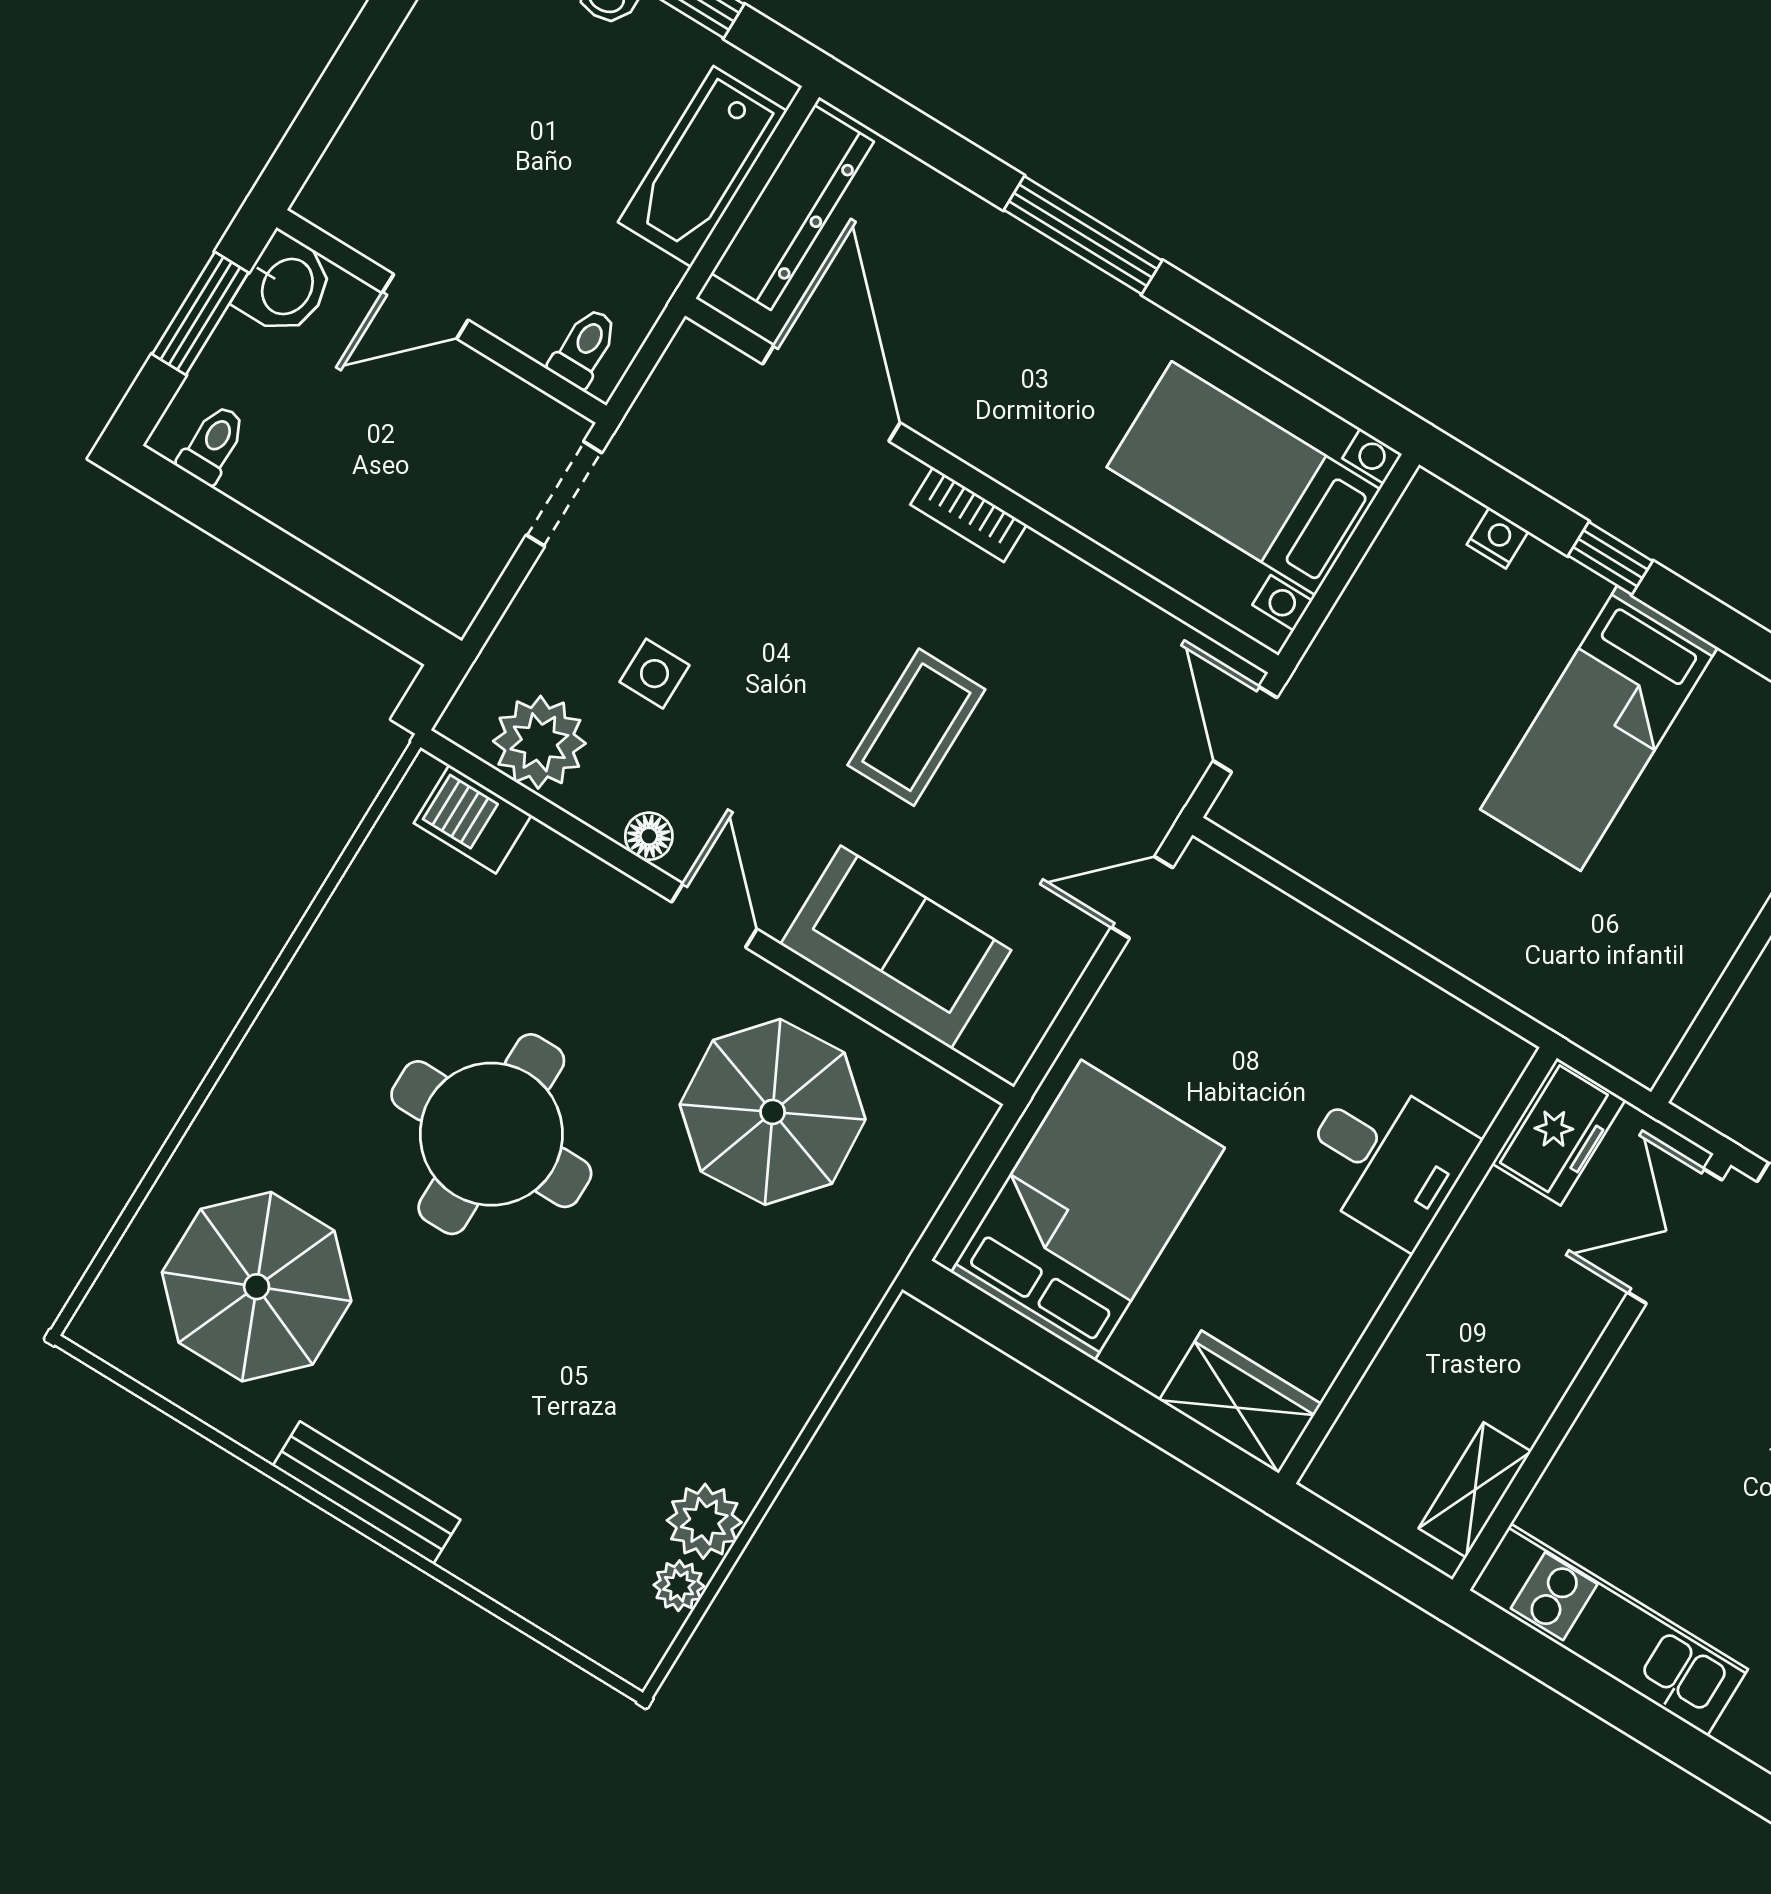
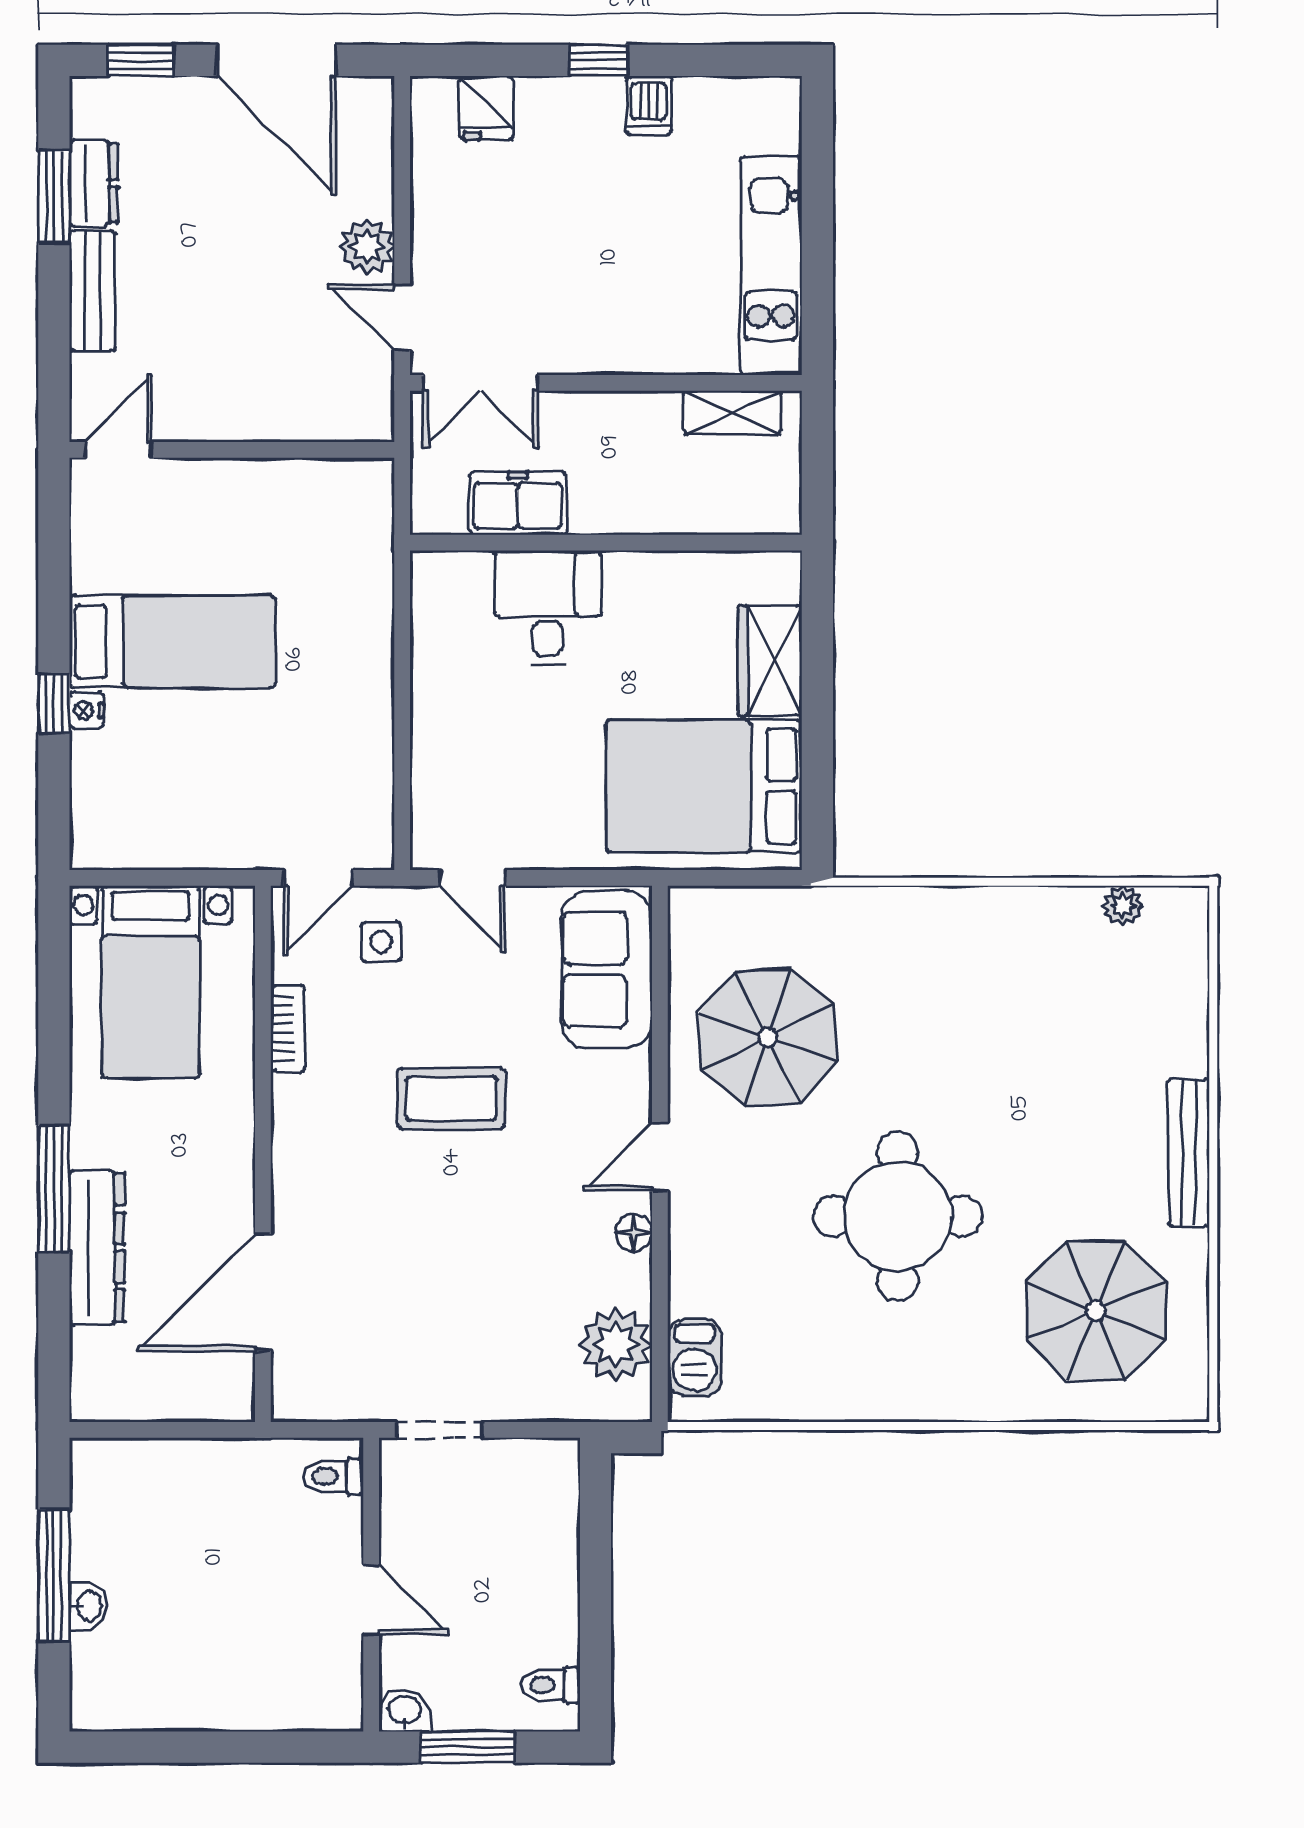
bathtub: (702, 166) -> (164, 1471), removed
dresser: (792, 207) -> (97, 1248), moved, turned 90
washbasin: (285, 285) -> (404, 1711), width x0.72, depth x0.69
bookcase: (968, 515) -> (288, 1029), moved
nightstand: (1498, 538) -> (87, 710), moved
side table: (654, 674) -> (381, 942), moved
sofa: (896, 947) -> (607, 969), moved
freezer: (1559, 1132) -> (518, 503), moved
wardrobe: (1240, 1402) -> (770, 661), moved
plant: (704, 1521) -> (1069, 915), removed

